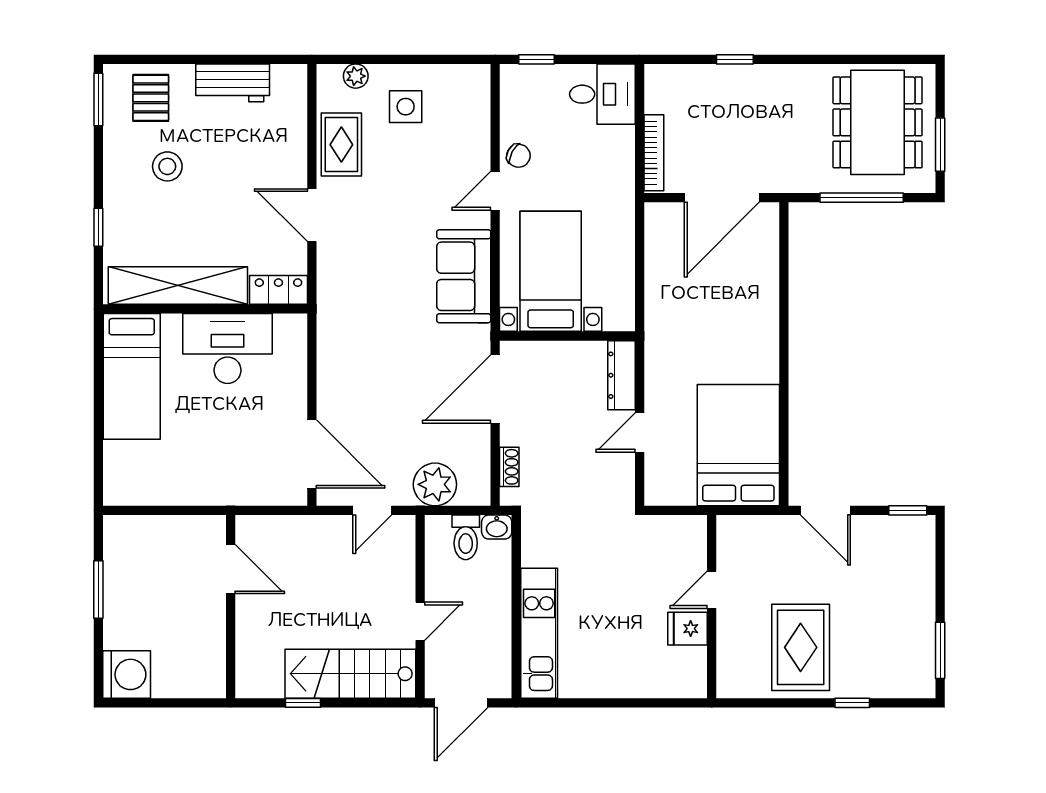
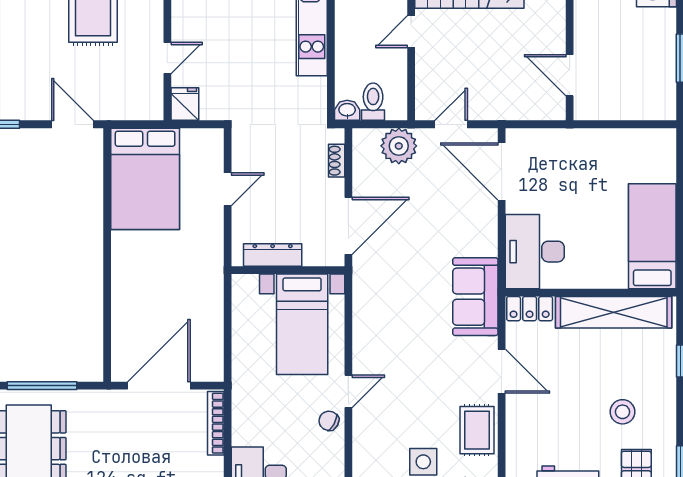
sofa: (464, 276) -> (475, 297), moved, turned 180
desk: (228, 349) -> (535, 252), moved, turned 90
dresser: (621, 375) -> (273, 255), moved, turned -90
fridge: (688, 629) -> (185, 104), moved, turned -90

